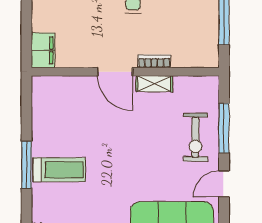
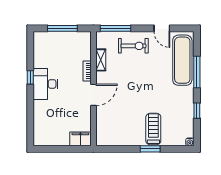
shelving: (154, 84) -> (101, 60), moved
window: (224, 128) -> (116, 28), moved
window: (27, 165) -> (150, 149), width x0.69

